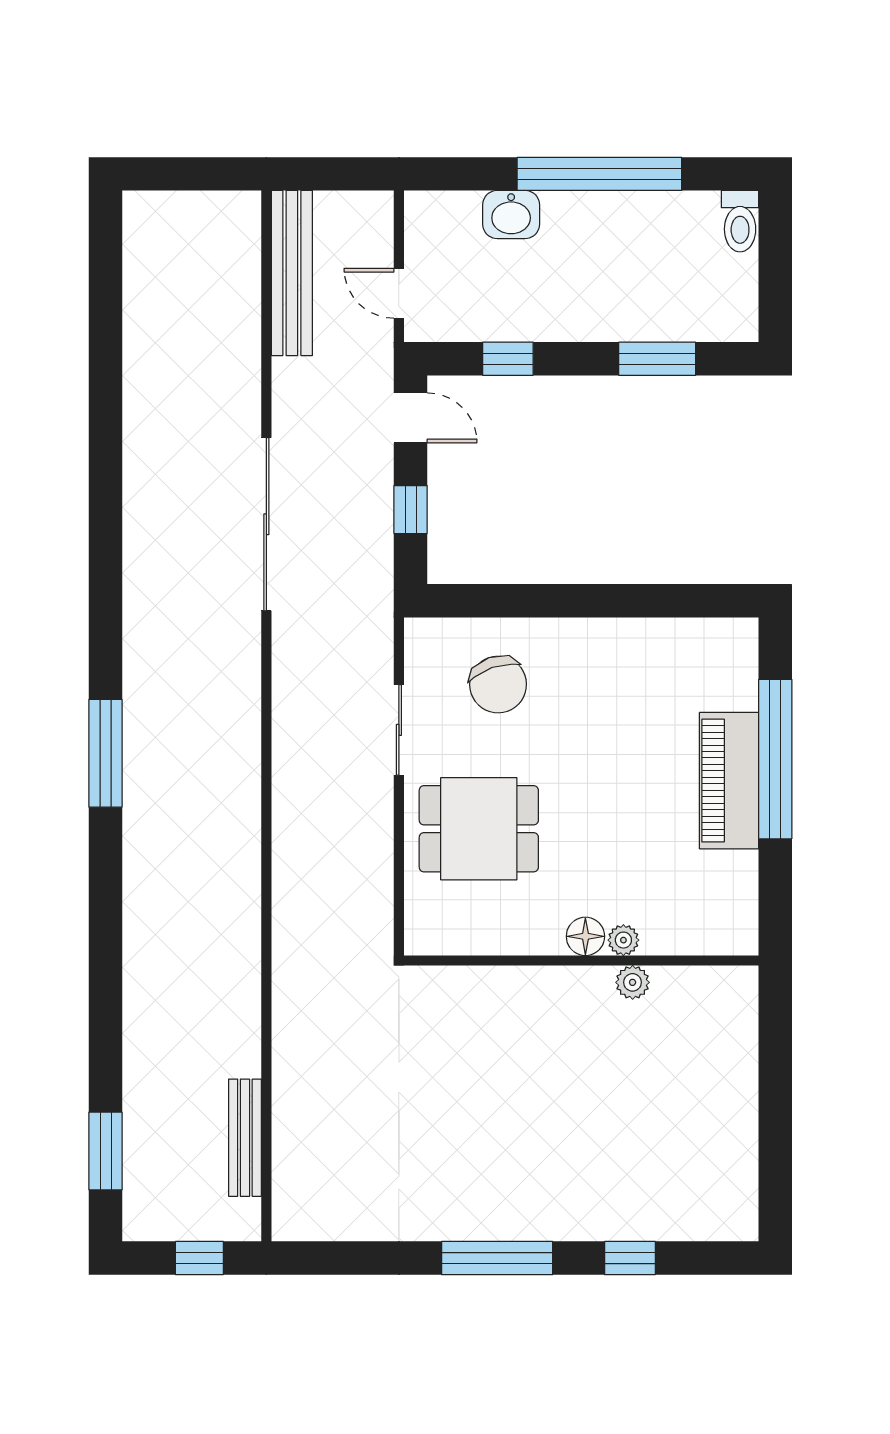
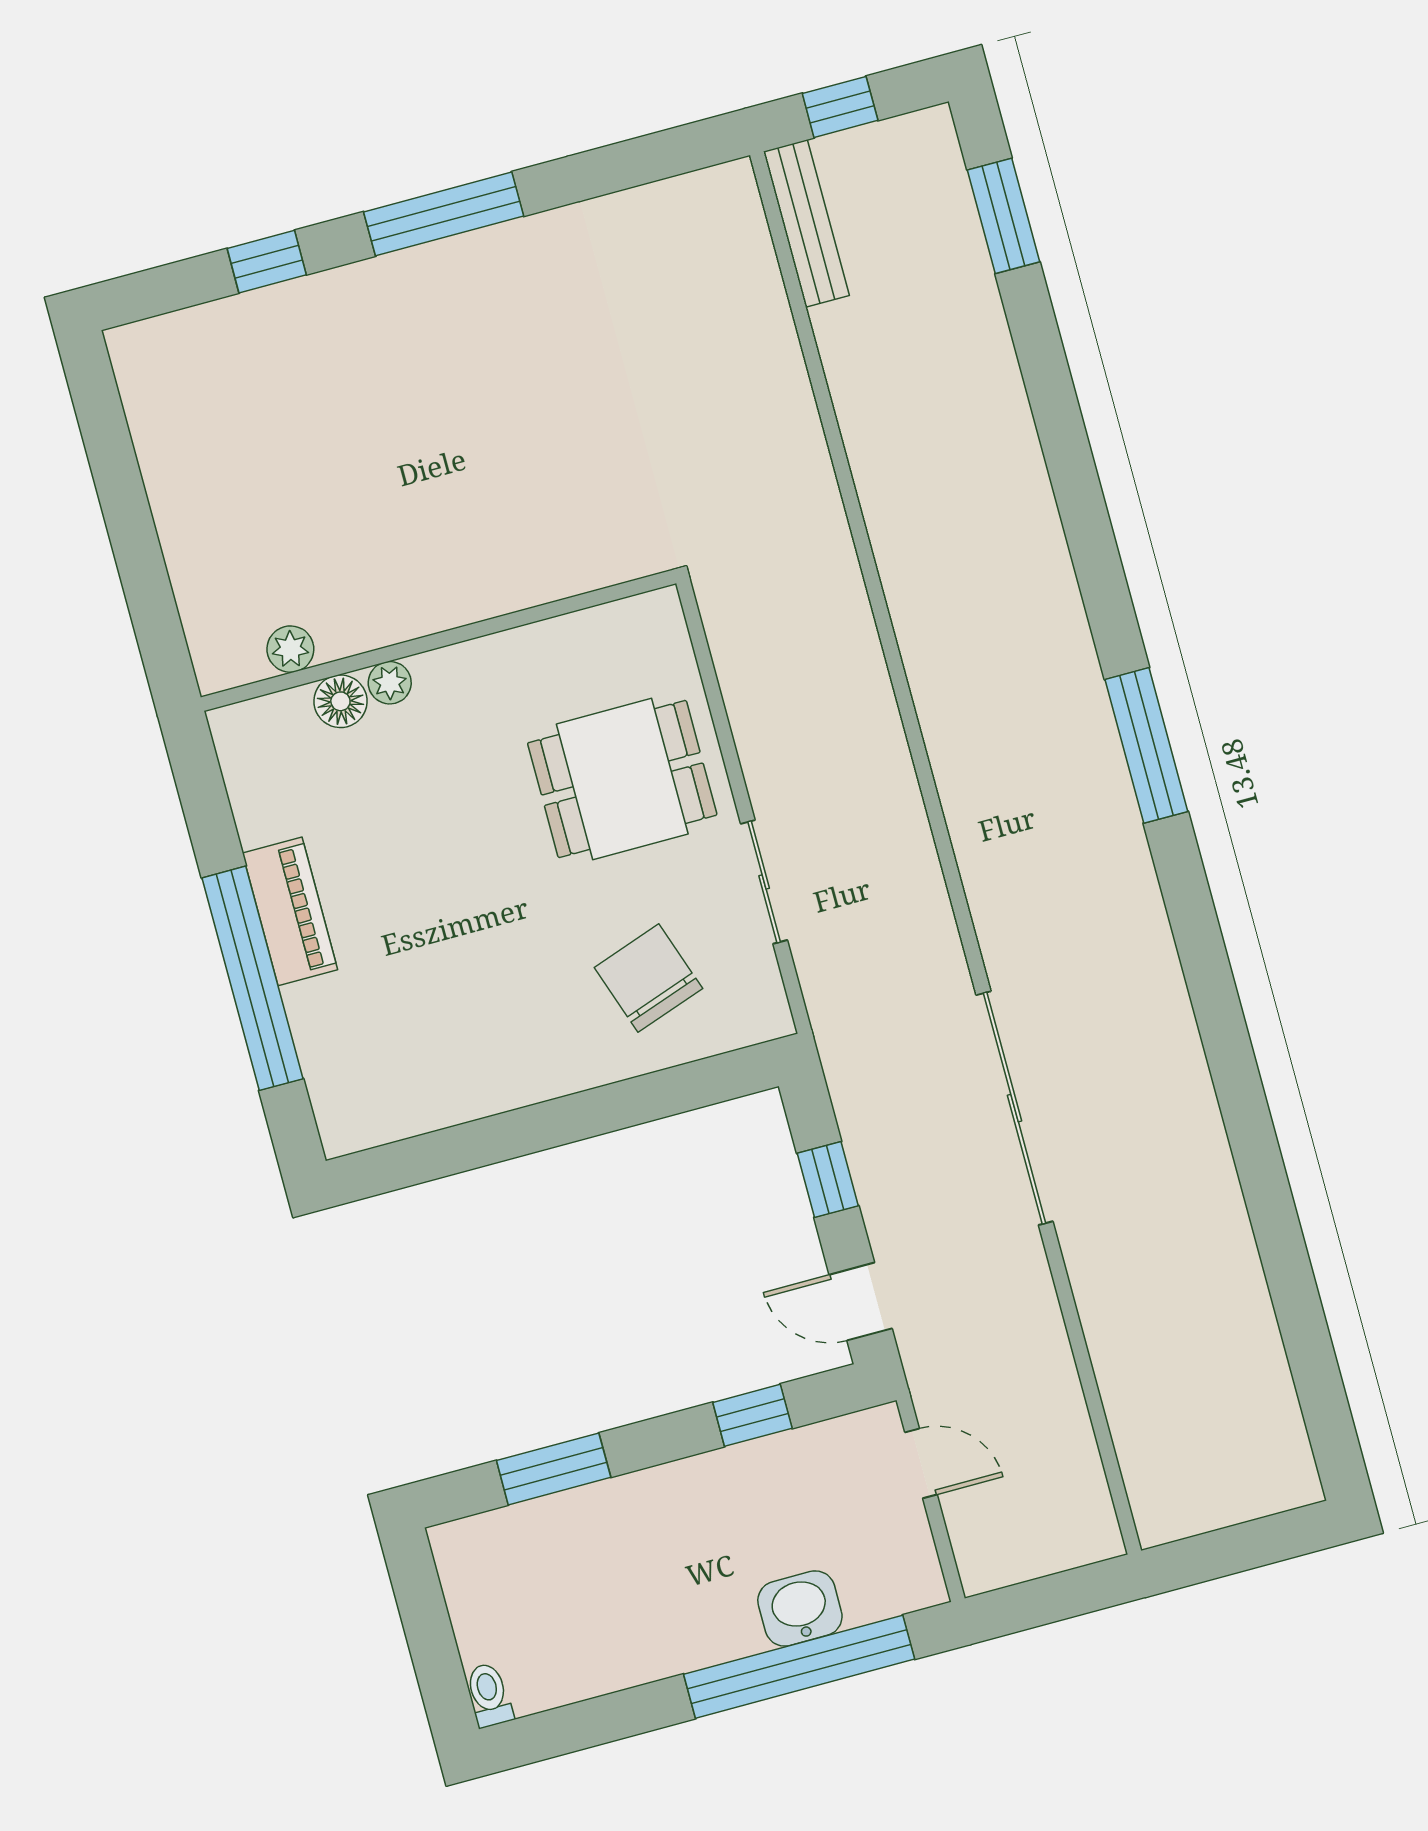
window: (599, 174) -> (799, 1667), moved
toilet: (740, 221) -> (489, 1695), width x0.73, depth x0.72
bench: (292, 273) -> (1071, 1452), removed
piano: (729, 781) -> (290, 911), width x0.73, depth x0.75
floor lamp: (585, 936) -> (340, 701), moved
plant: (633, 982) -> (290, 649), moved
bench: (245, 1138) -> (806, 223), moved

